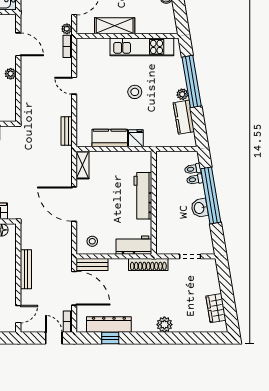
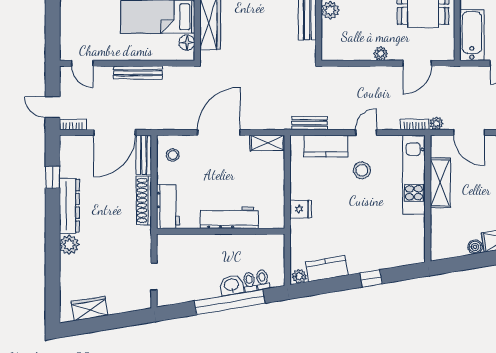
kitchen unit: (142, 47) -> (414, 175), moved
window: (192, 81) -> (371, 278), width x0.32
stool: (135, 92) -> (362, 170), moved
plant: (182, 94) -> (299, 276), moved
kitchen counter: (110, 138) -> (326, 146), moved, turned 90
washbasin: (200, 208) -> (232, 285), moved
shoe rack: (148, 265) -> (144, 200), moved
dresser: (109, 324) -> (69, 206), moved
door: (54, 338) -> (53, 107), swing flipped

